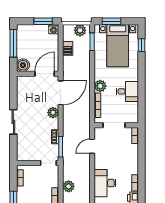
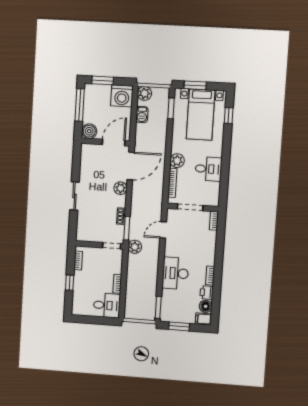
window: (43, 21) -> (103, 80), moved
washing machine: (54, 29) -> (122, 96), width x1.89, depth x1.89
plant: (80, 30) -> (144, 93), moved
plant: (69, 186) -> (135, 247), moved

